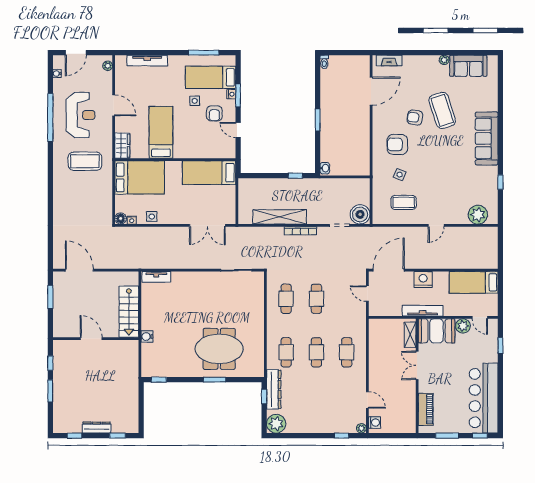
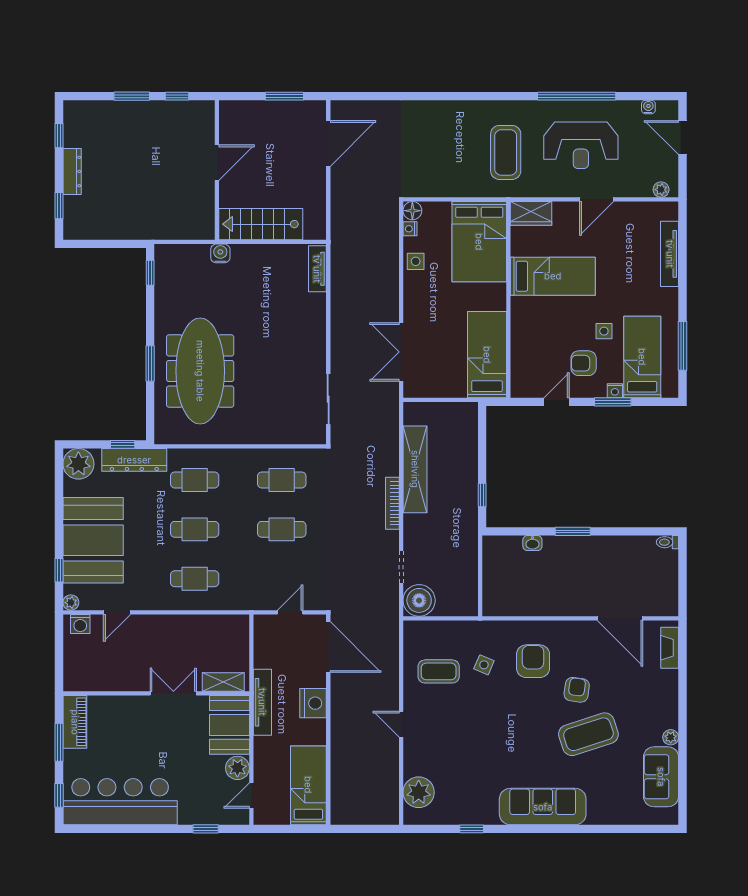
washbasin: (325, 168) -> (532, 543), moved
coffee table: (404, 202) -> (439, 671), turned 90
meeting table: (219, 349) -> (200, 371), width x1.36
piano: (426, 409) -> (75, 722), moved, turned -90
booth: (323, 415) -> (93, 540), added

